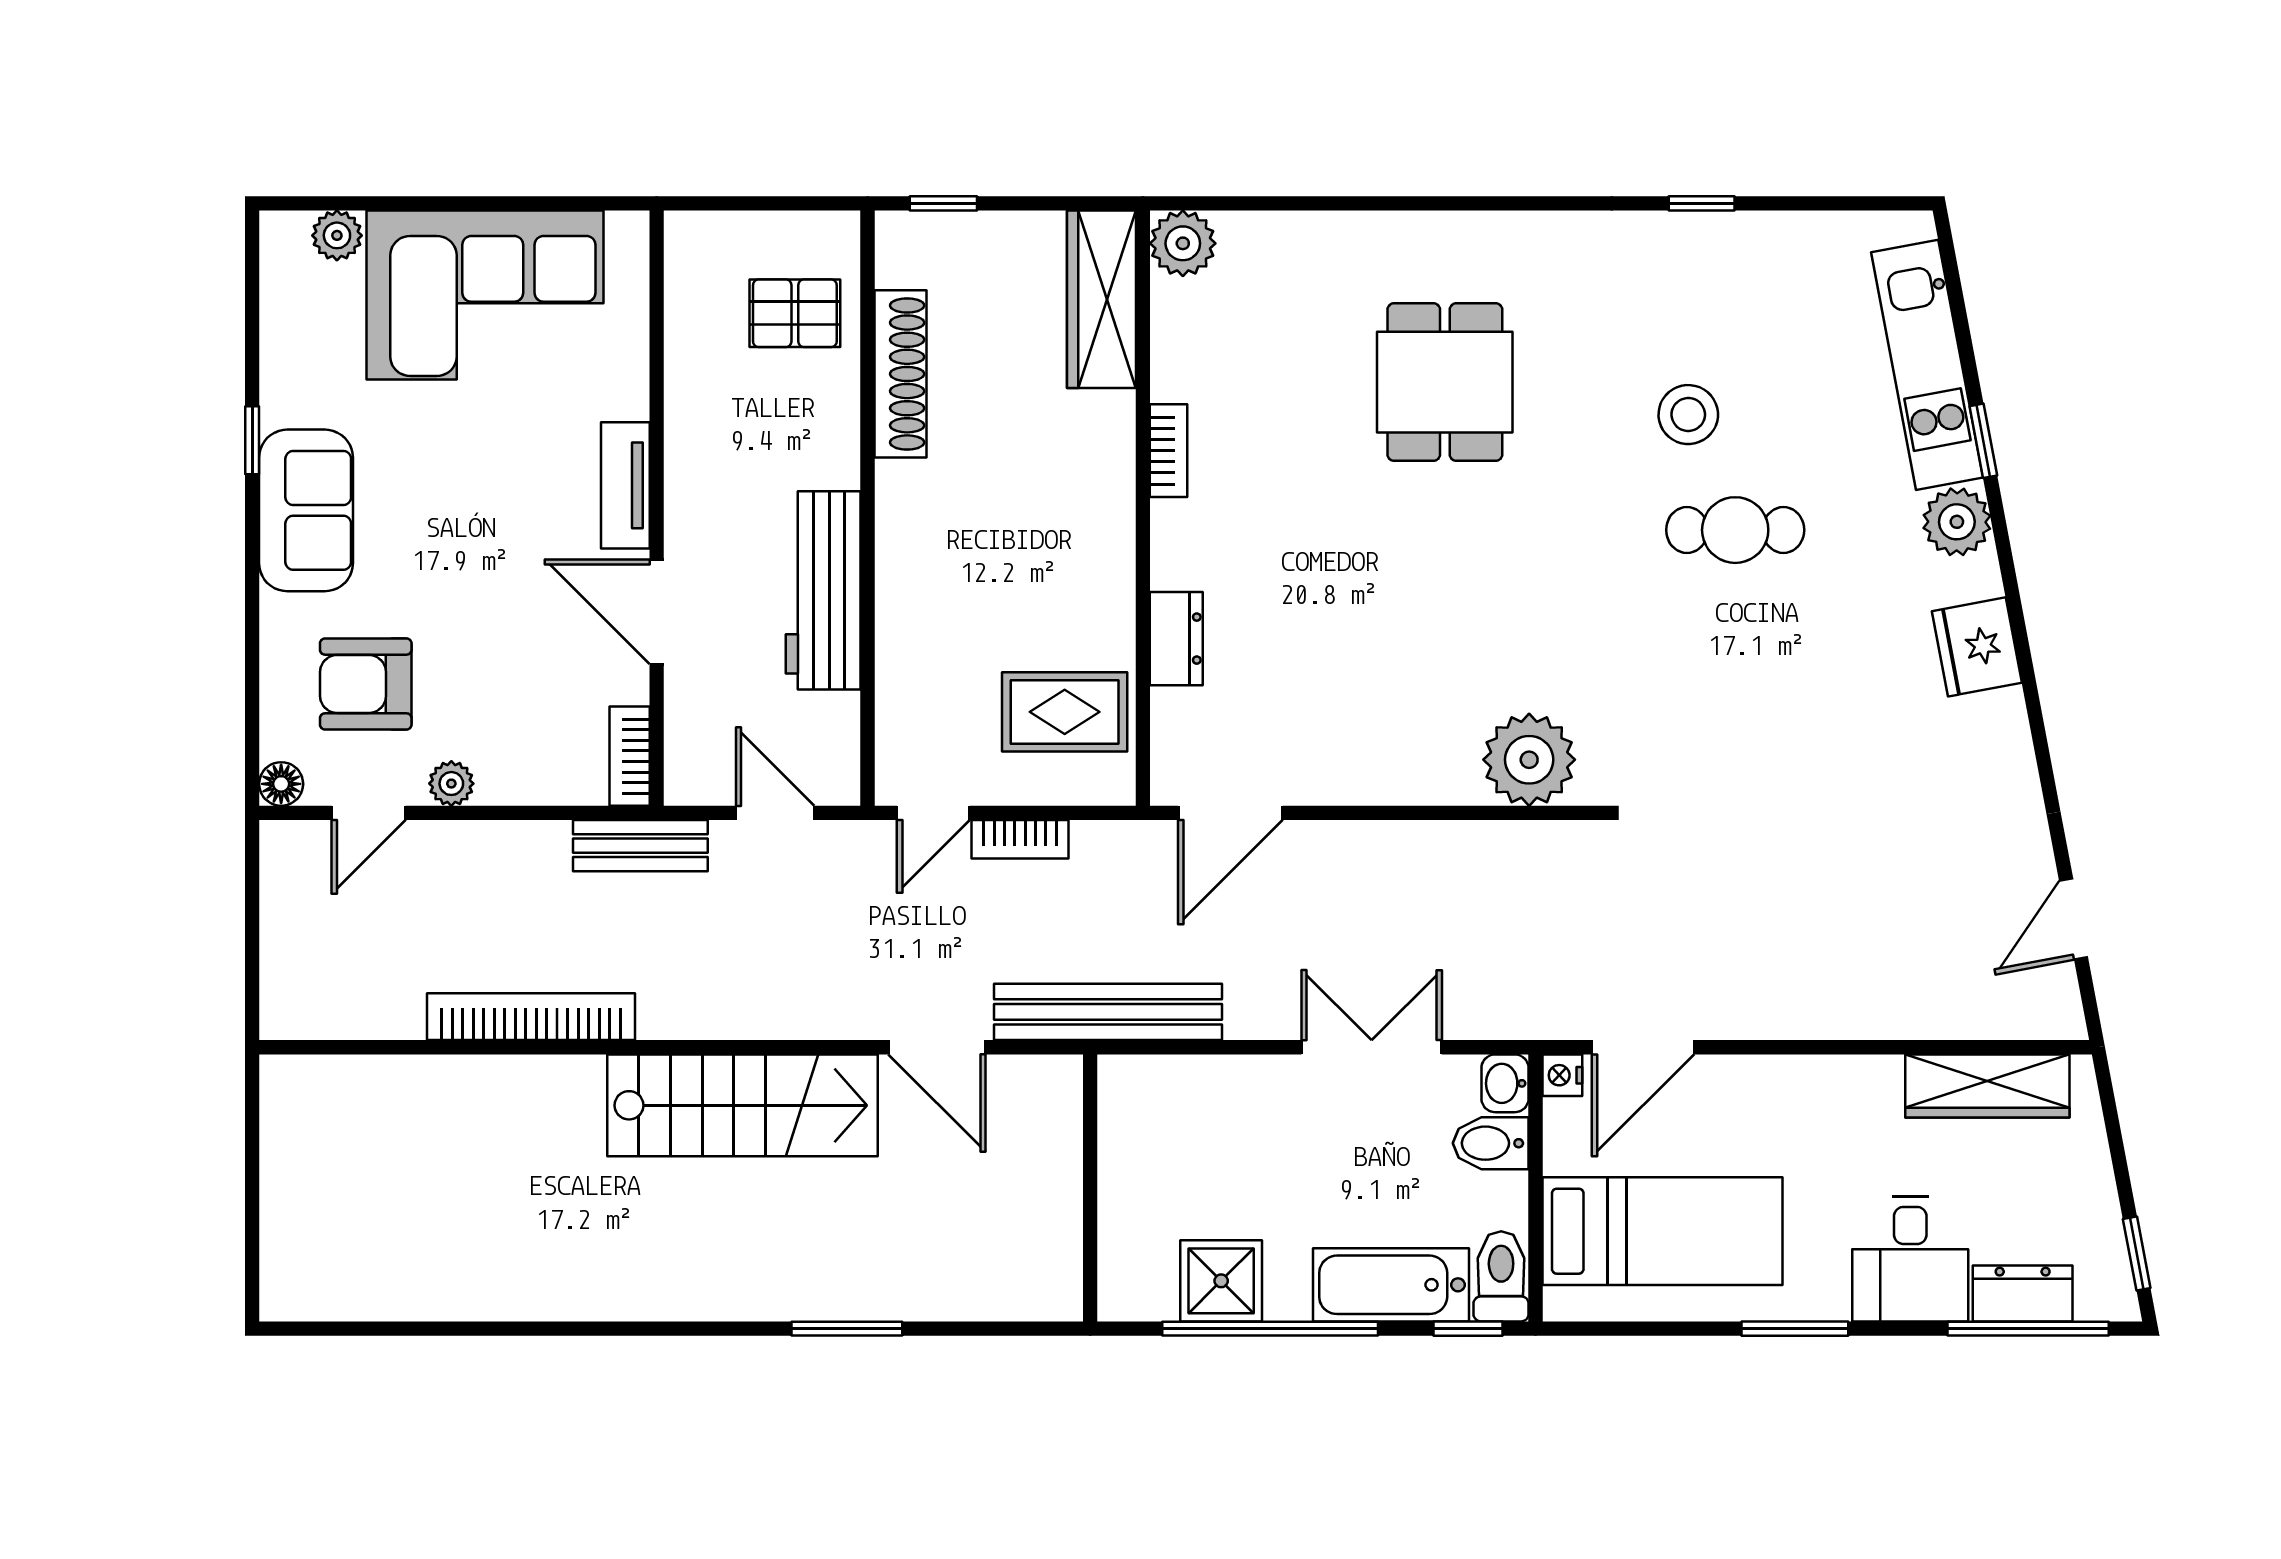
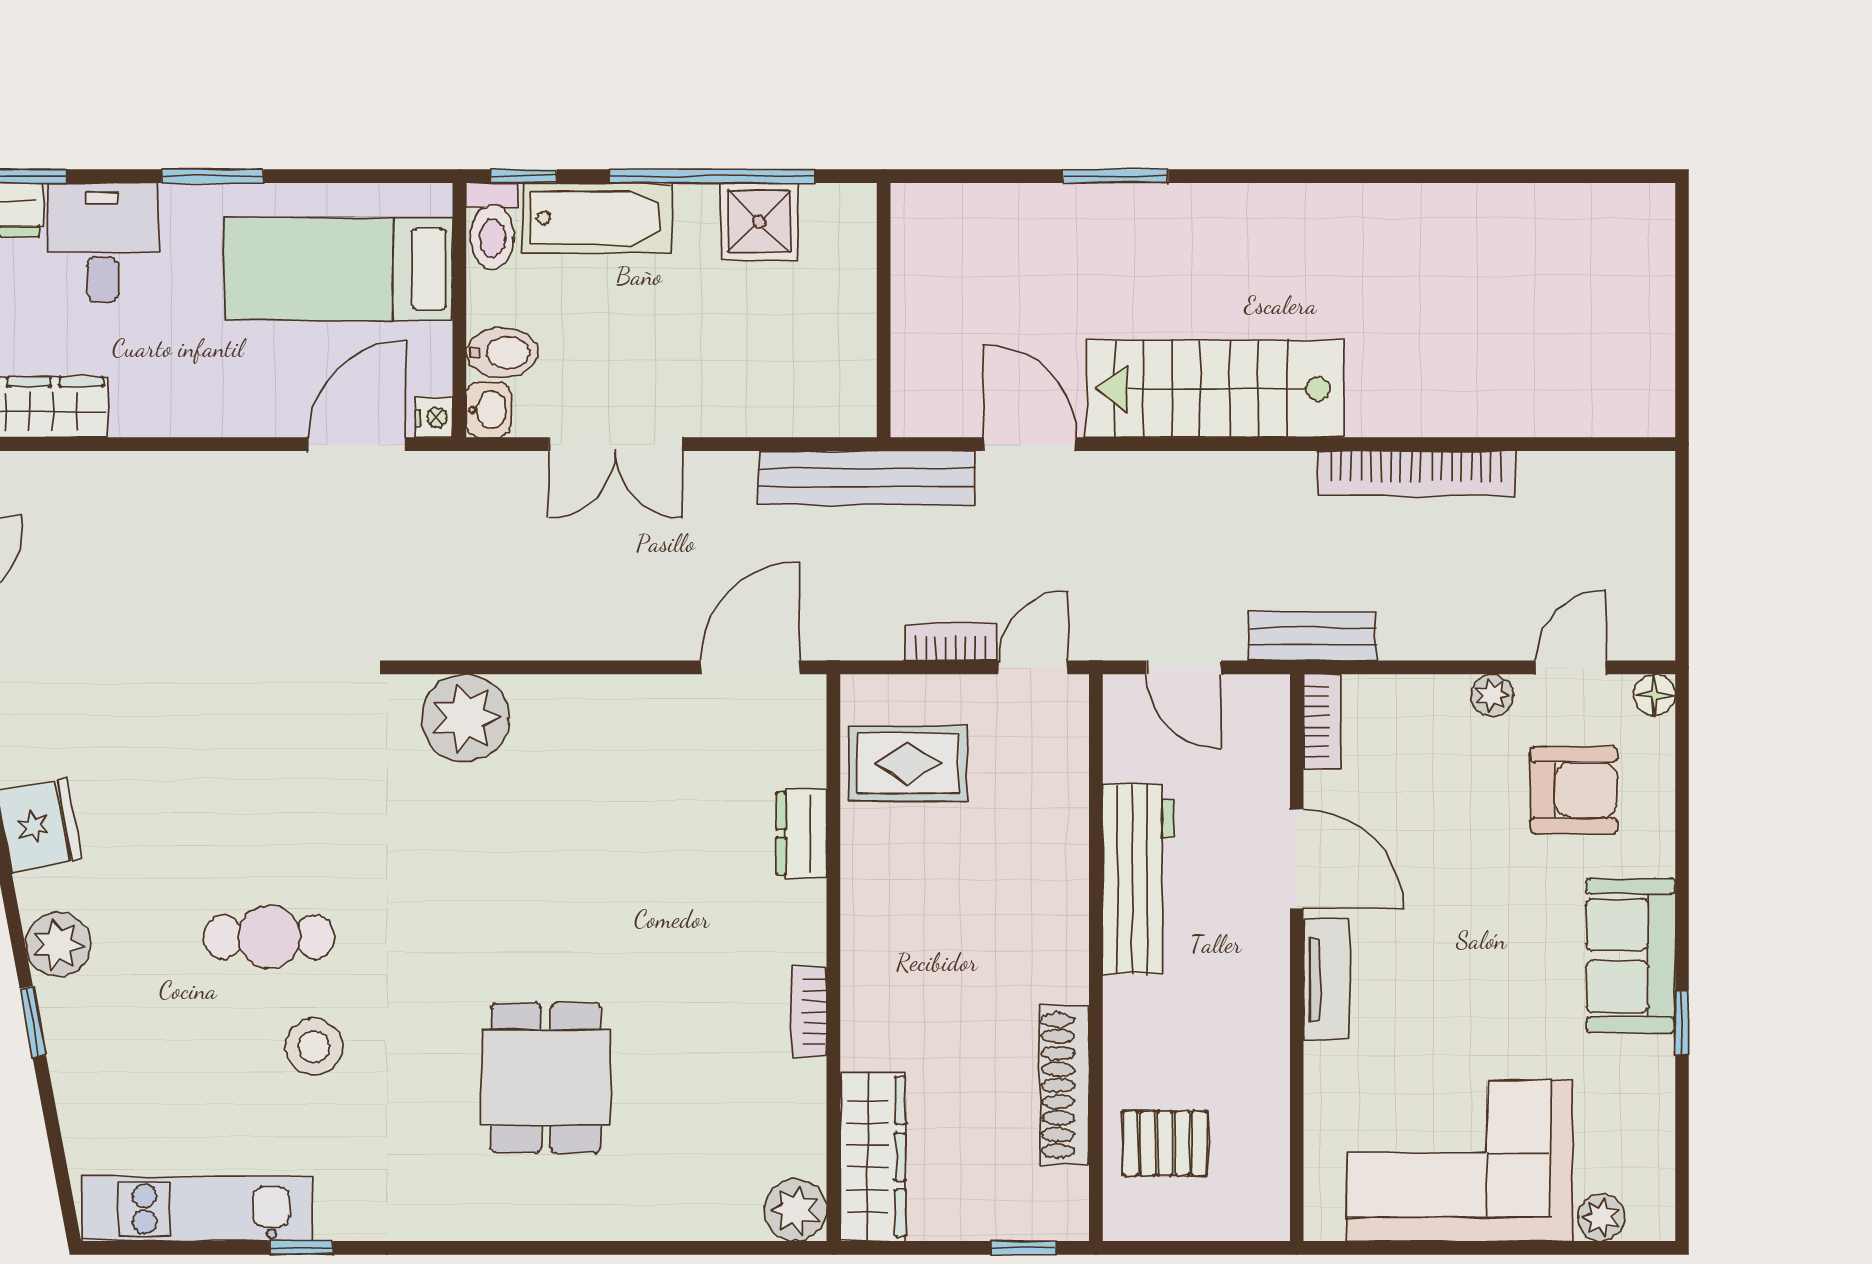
kitchen unit: (1927, 365) -> (198, 1209), moved, turned -79

